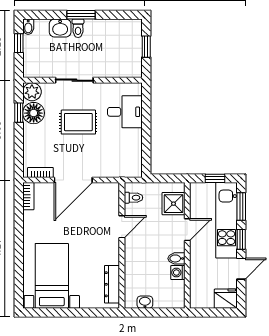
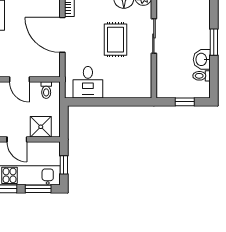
washbasin: (60, 28) -> (202, 59), moved
toilet: (78, 28) -> (202, 76), moved
desk: (125, 112) -> (88, 82), moved

